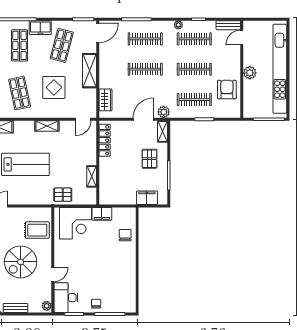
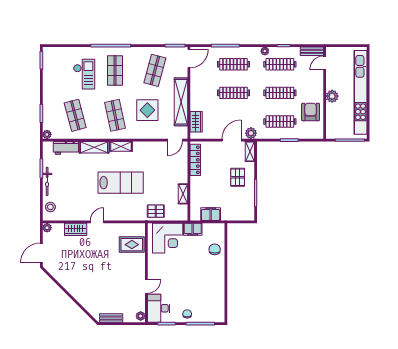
freezer: (40, 28) -> (135, 54), removed
shelving: (89, 71) -> (181, 102), width x1.47
shelving: (47, 126) -> (121, 146), moved
filing cabinet: (147, 198) -> (211, 214), moved
spiral stairs: (21, 262) -> (116, 275), removed

